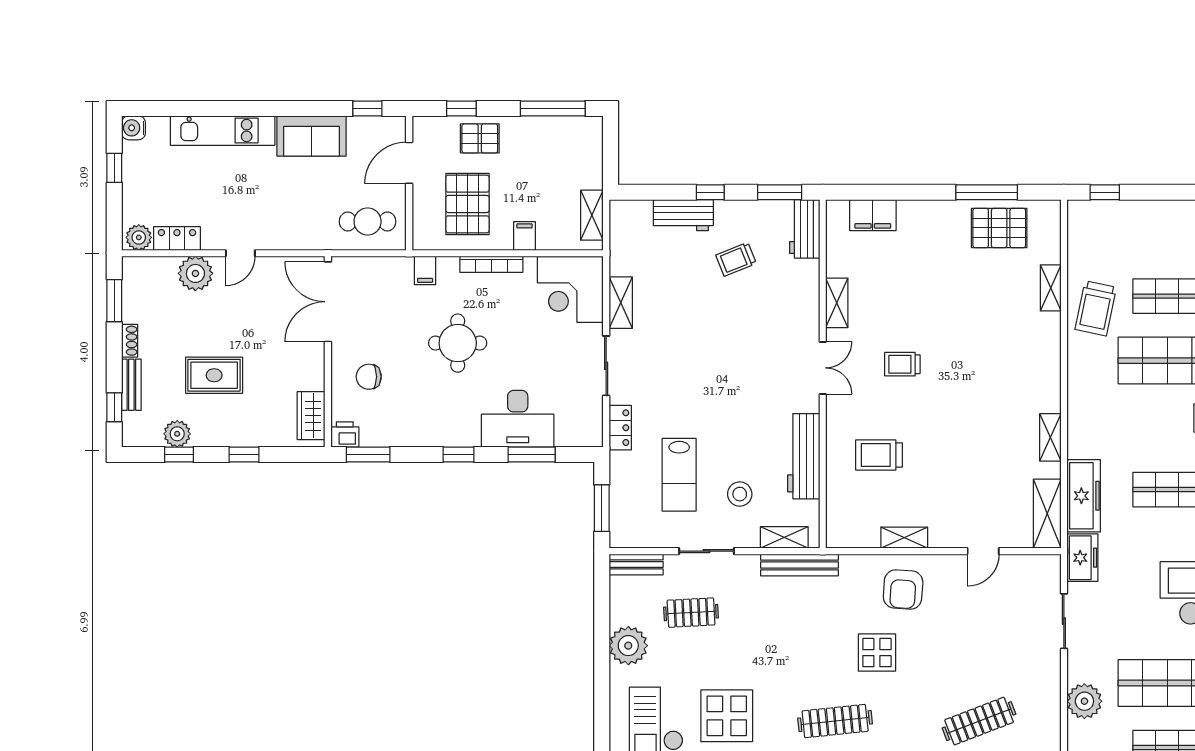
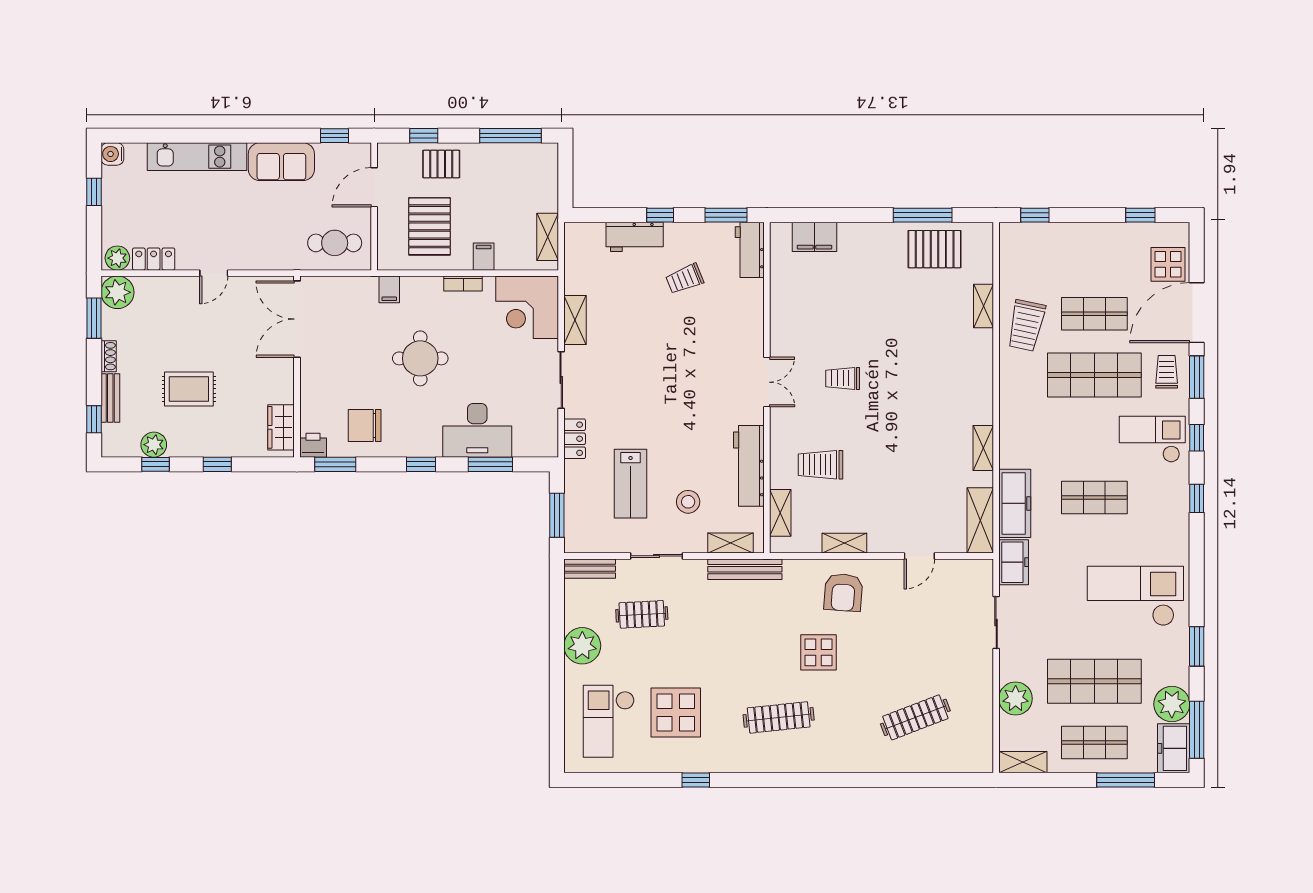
bookcase: (491, 264) -> (463, 284), width x0.64
plant: (195, 273) -> (117, 292), moved
shelving: (837, 303) -> (780, 513), moved
chair: (369, 377) -> (365, 425), moved, width x1.37, depth x1.37

